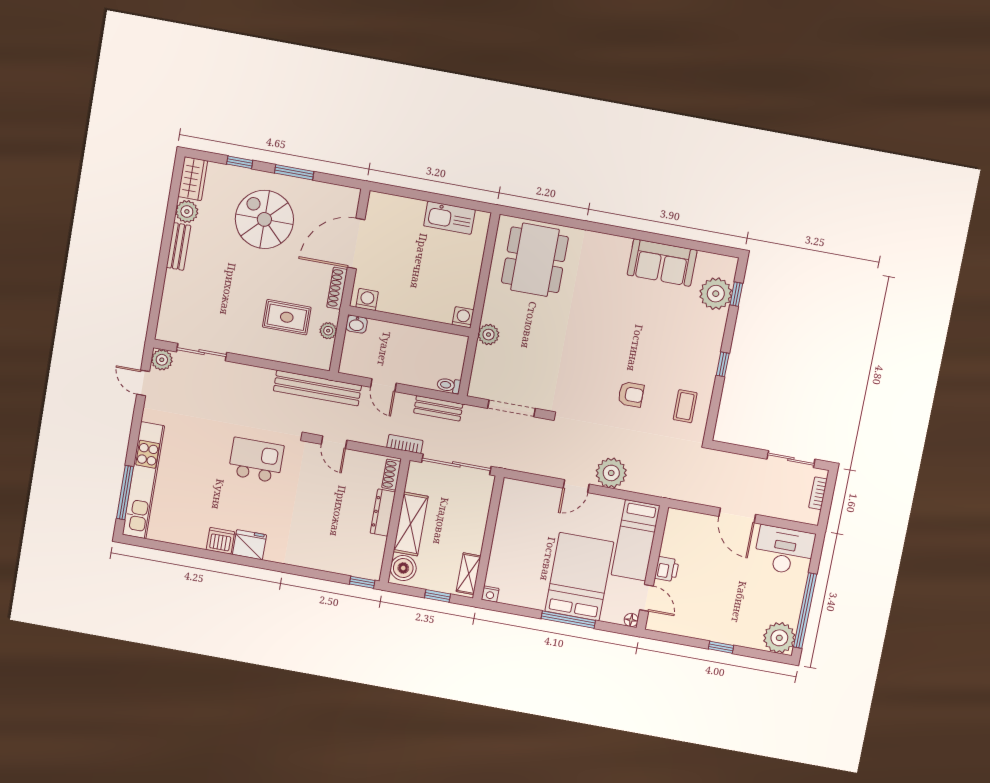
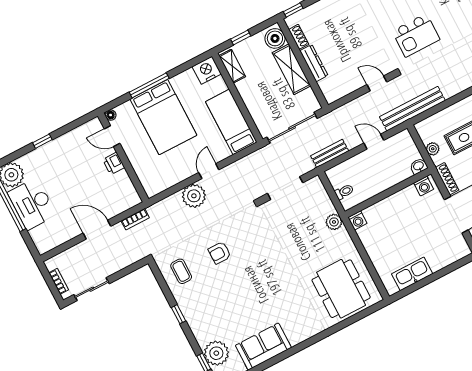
toilet: (449, 385) -> (344, 192), moved
bookcase: (405, 444) -> (135, 219), moved
shoe rack: (391, 475) -> (299, 37), moved
bed: (636, 540) -> (231, 122), moved
desk: (784, 550) -> (32, 204), moved, turned 90
nightstand: (490, 594) -> (207, 70), width x1.89, depth x1.79

